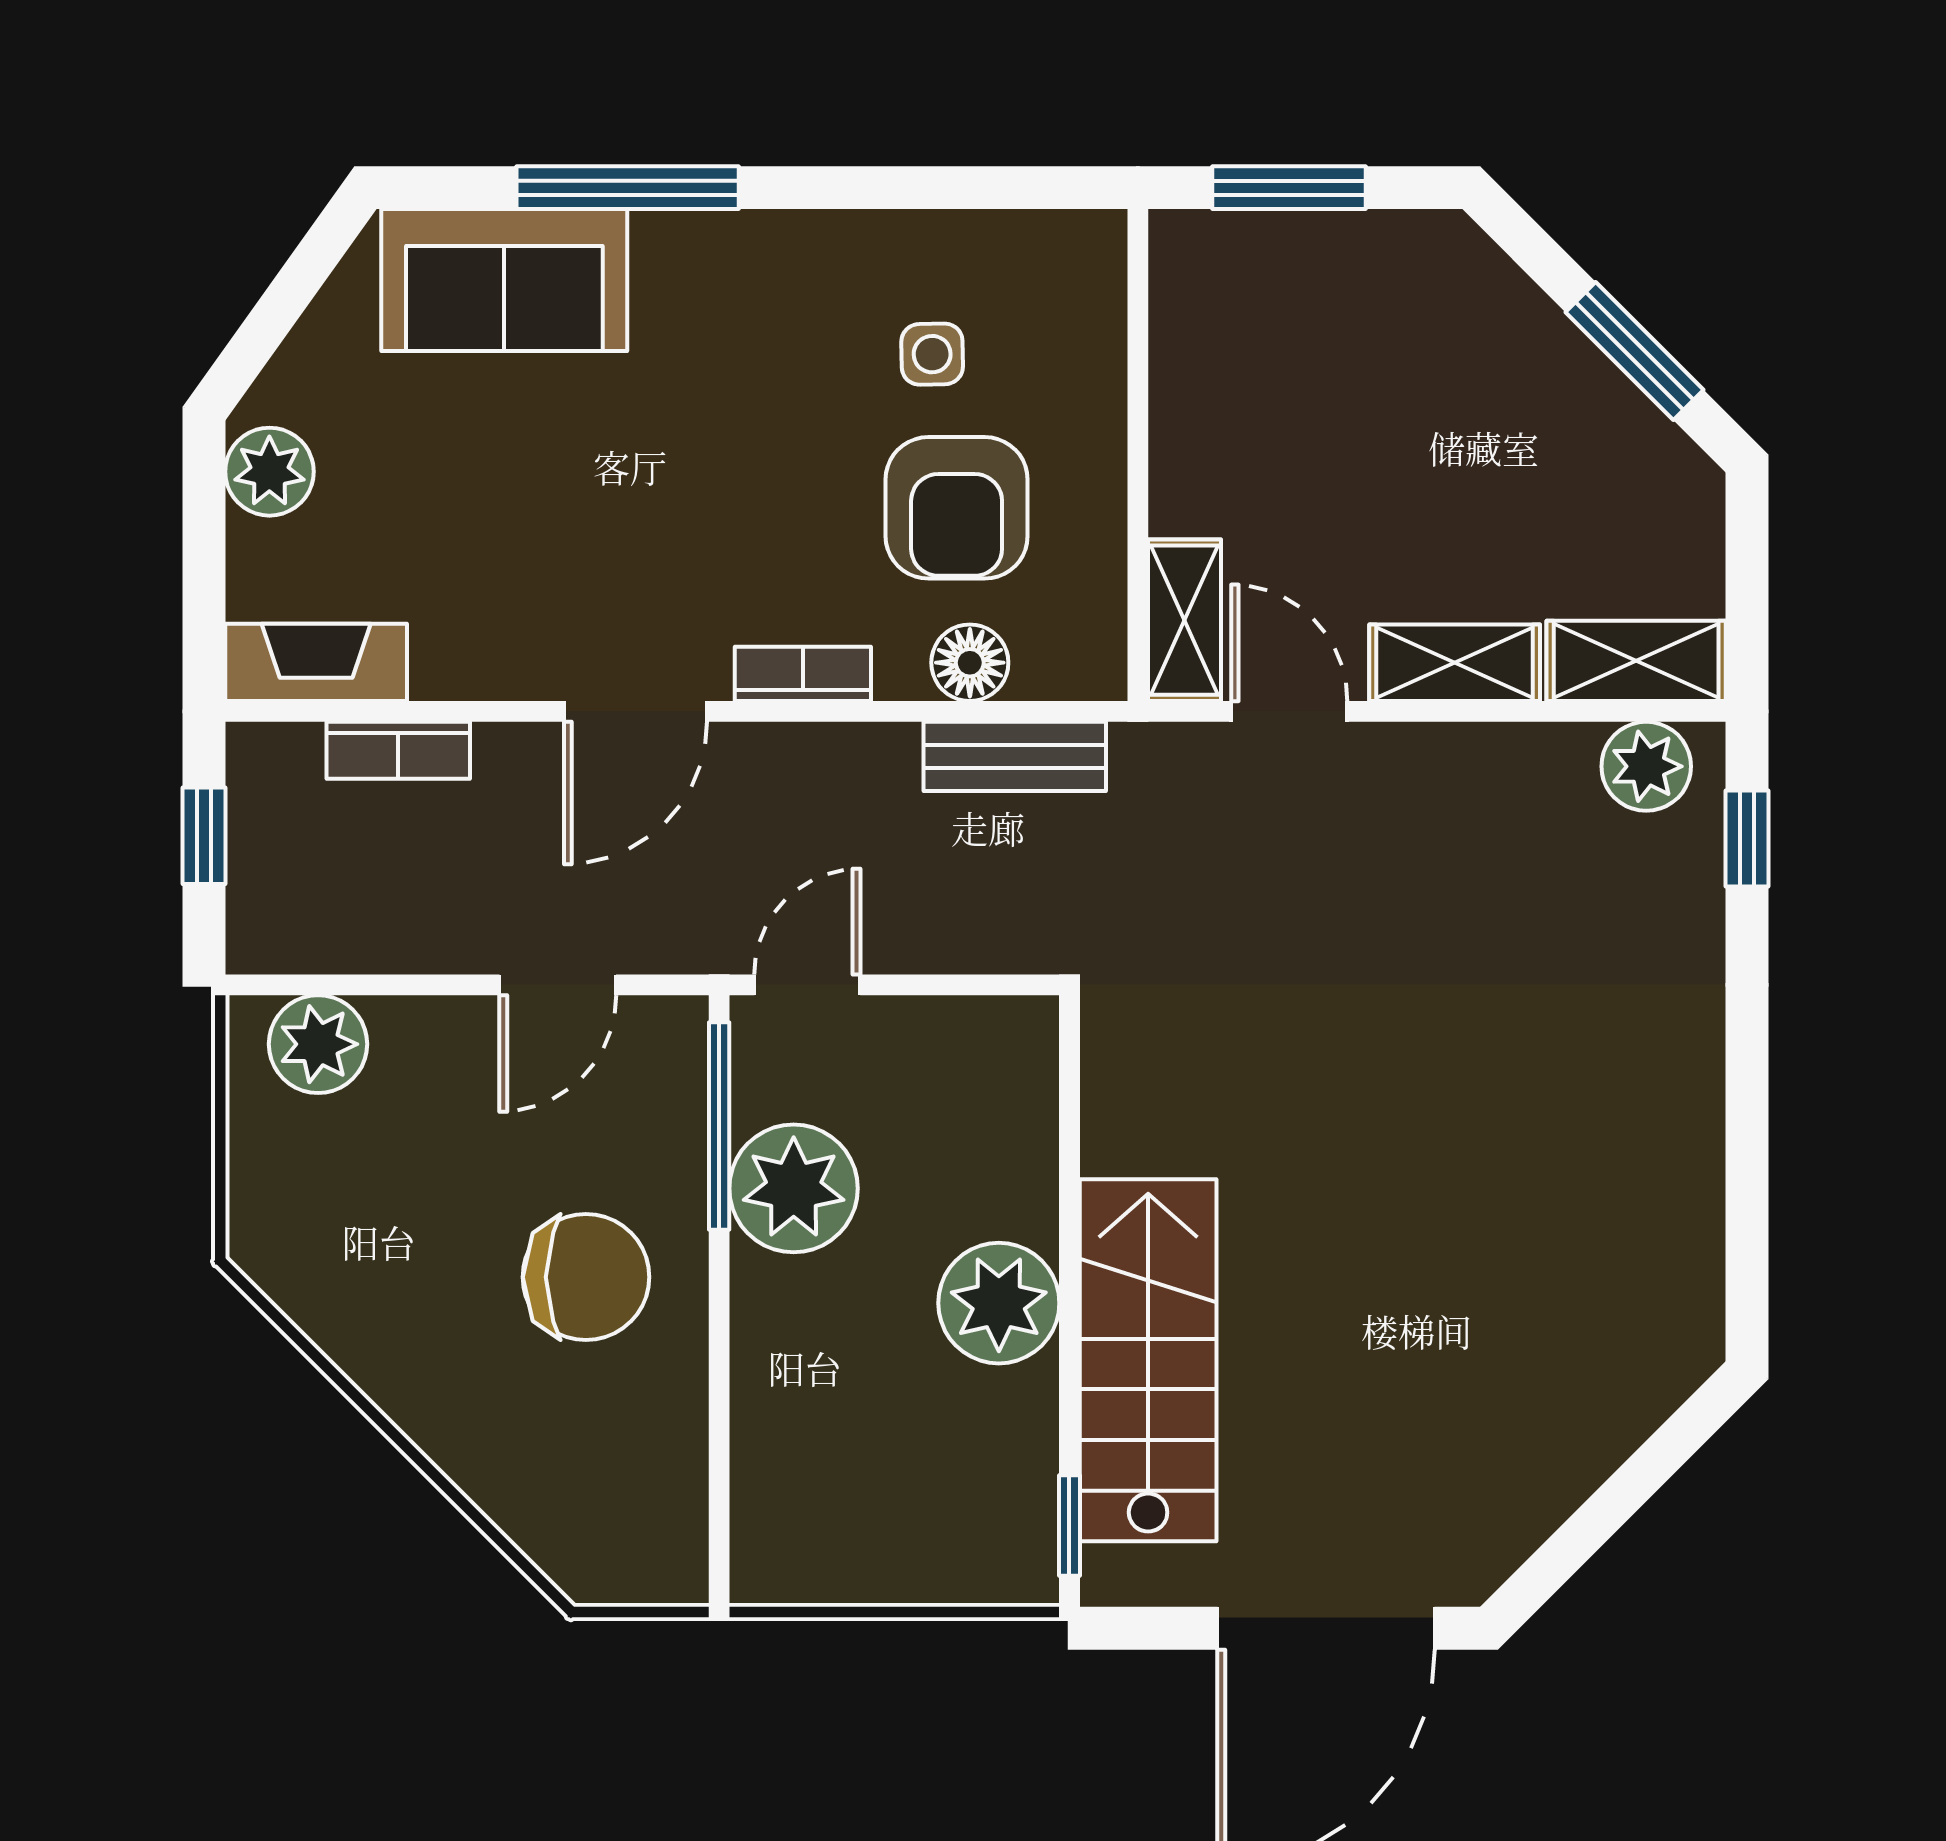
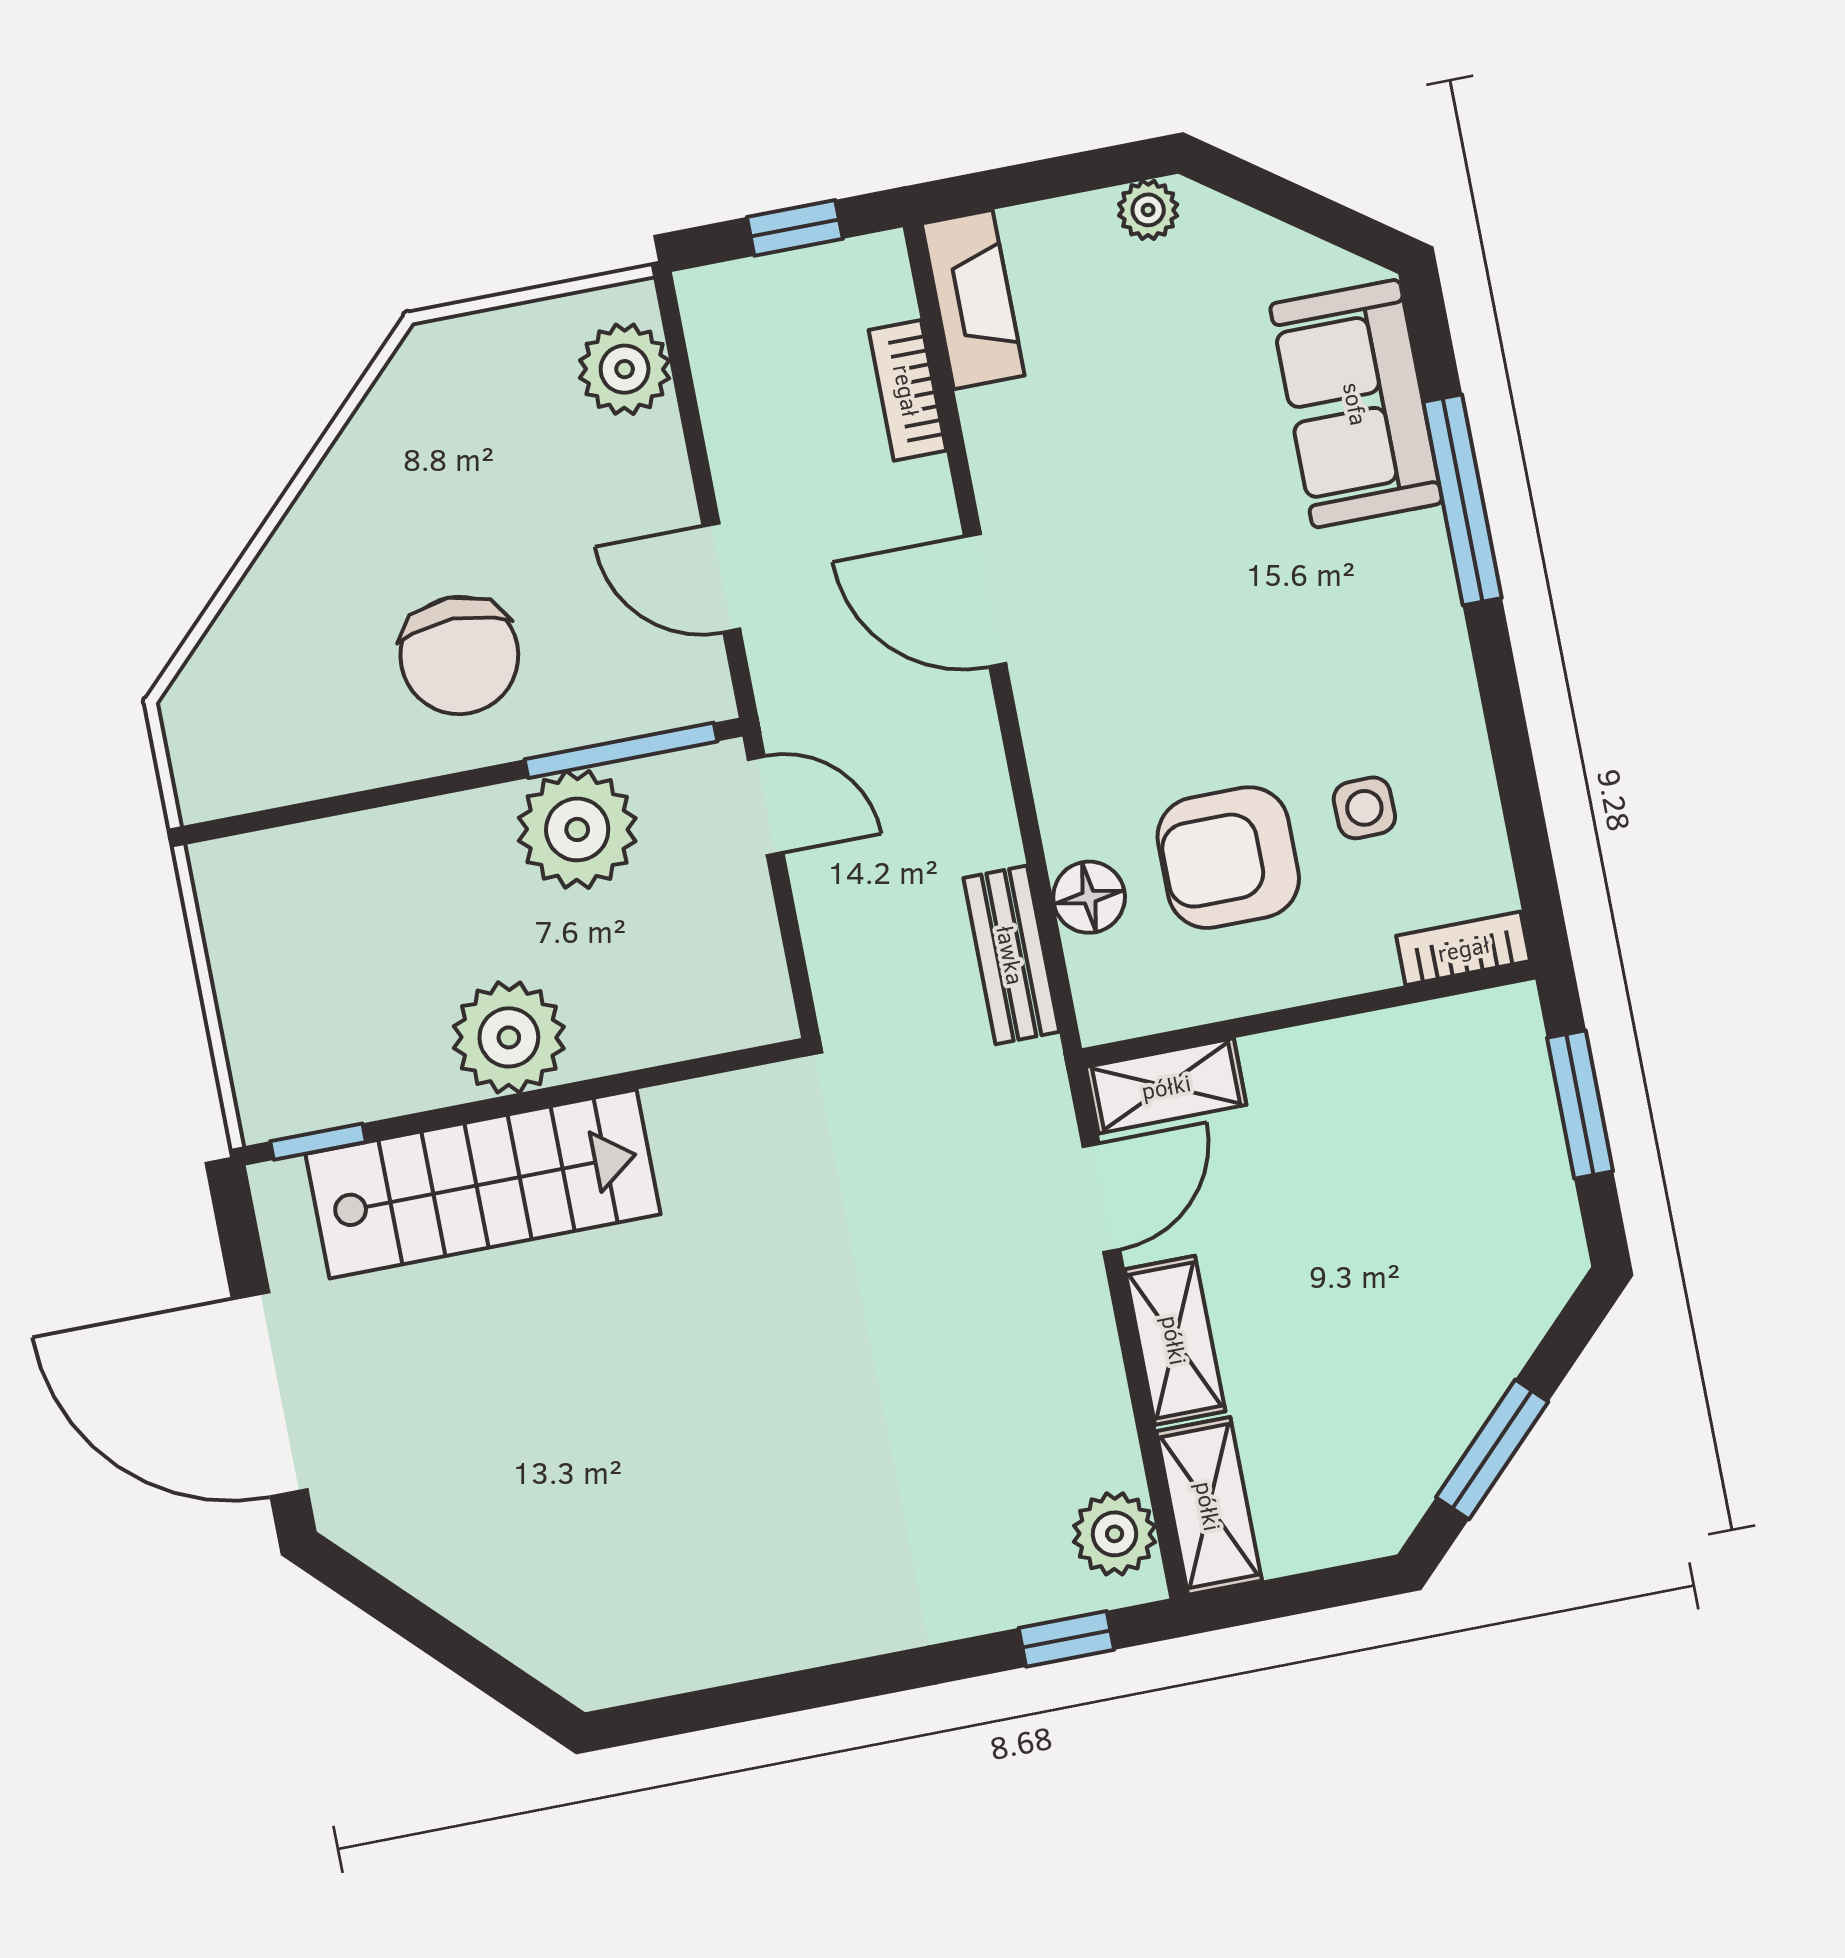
plant: (269, 472) -> (1148, 210), width x0.73, depth x0.73
bookcase: (803, 674) -> (1463, 948), moved, turned -90

